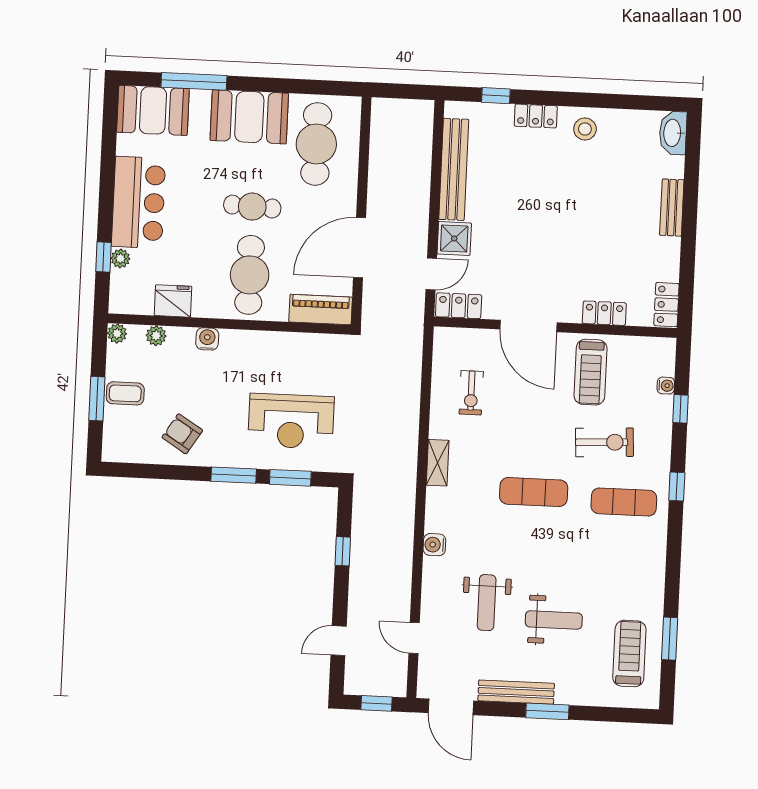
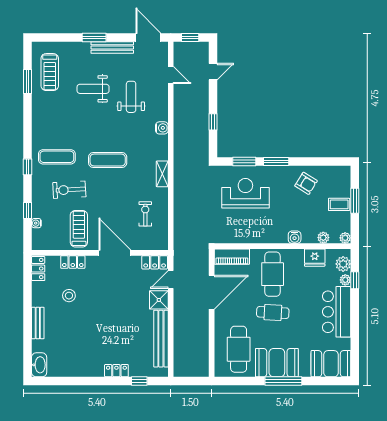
window: (194, 81) -> (283, 381), moved
stool: (585, 129) -> (69, 296), moved
plant: (123, 287) -> (343, 264), added

